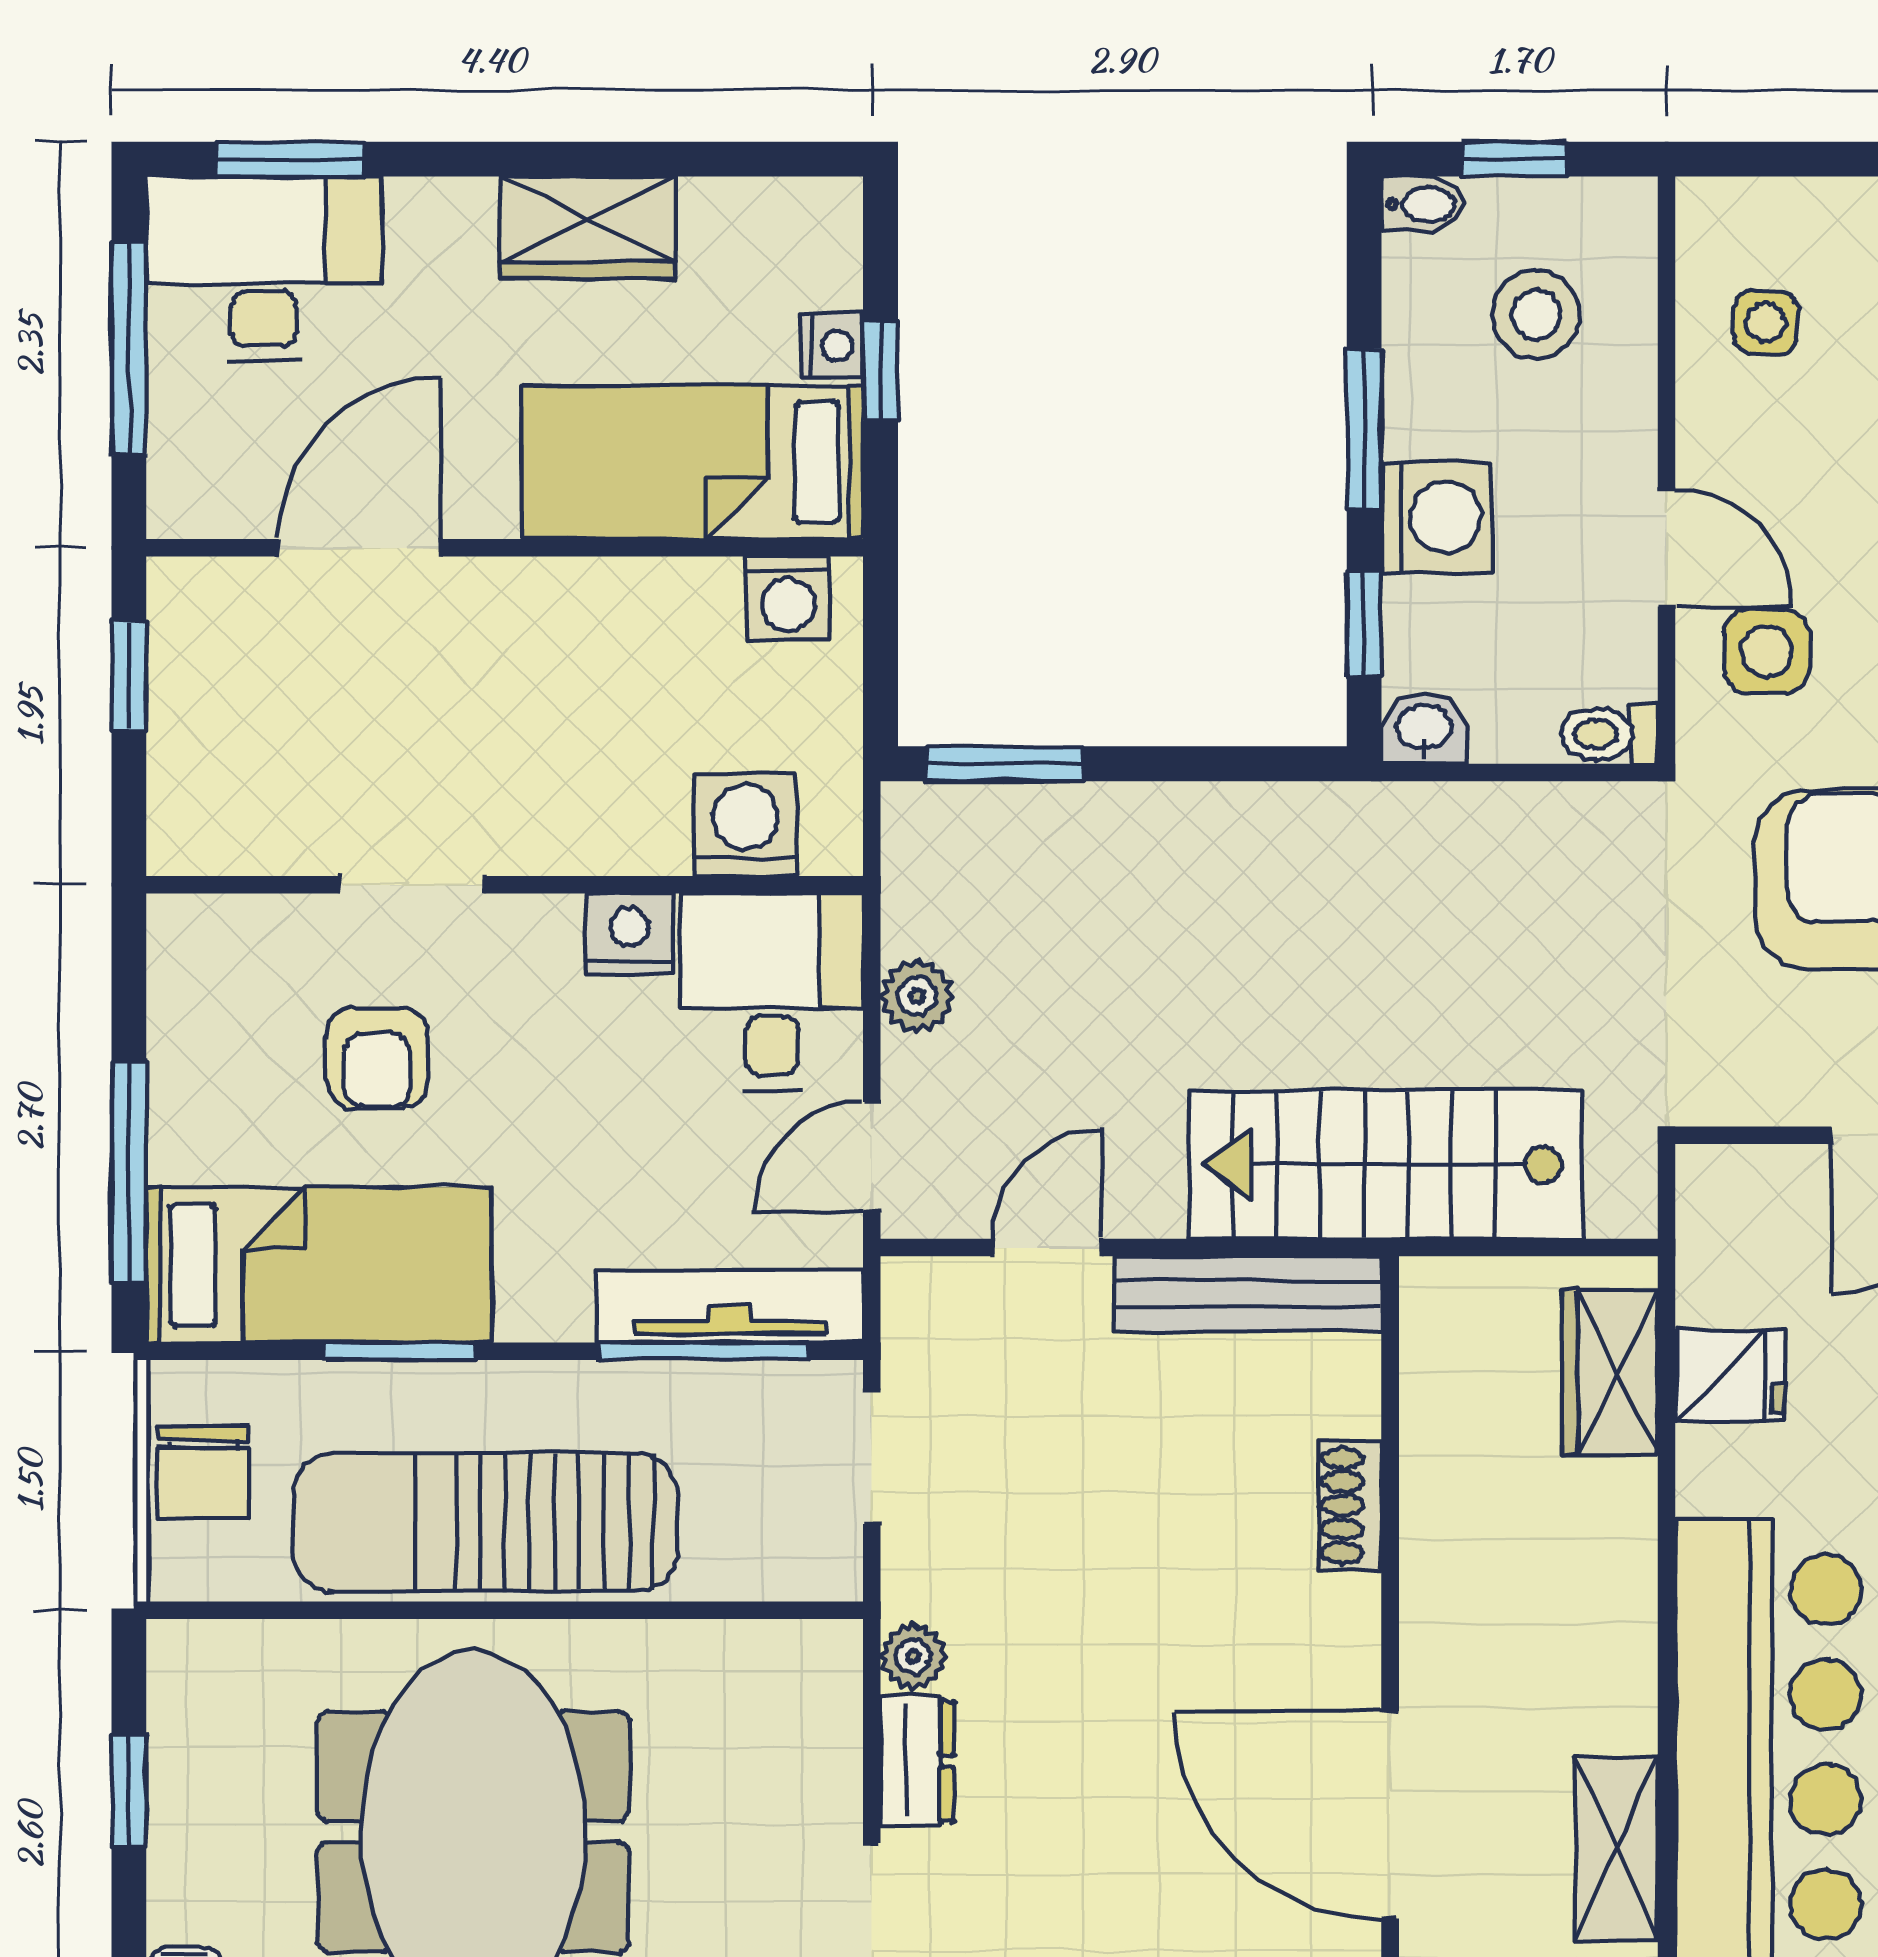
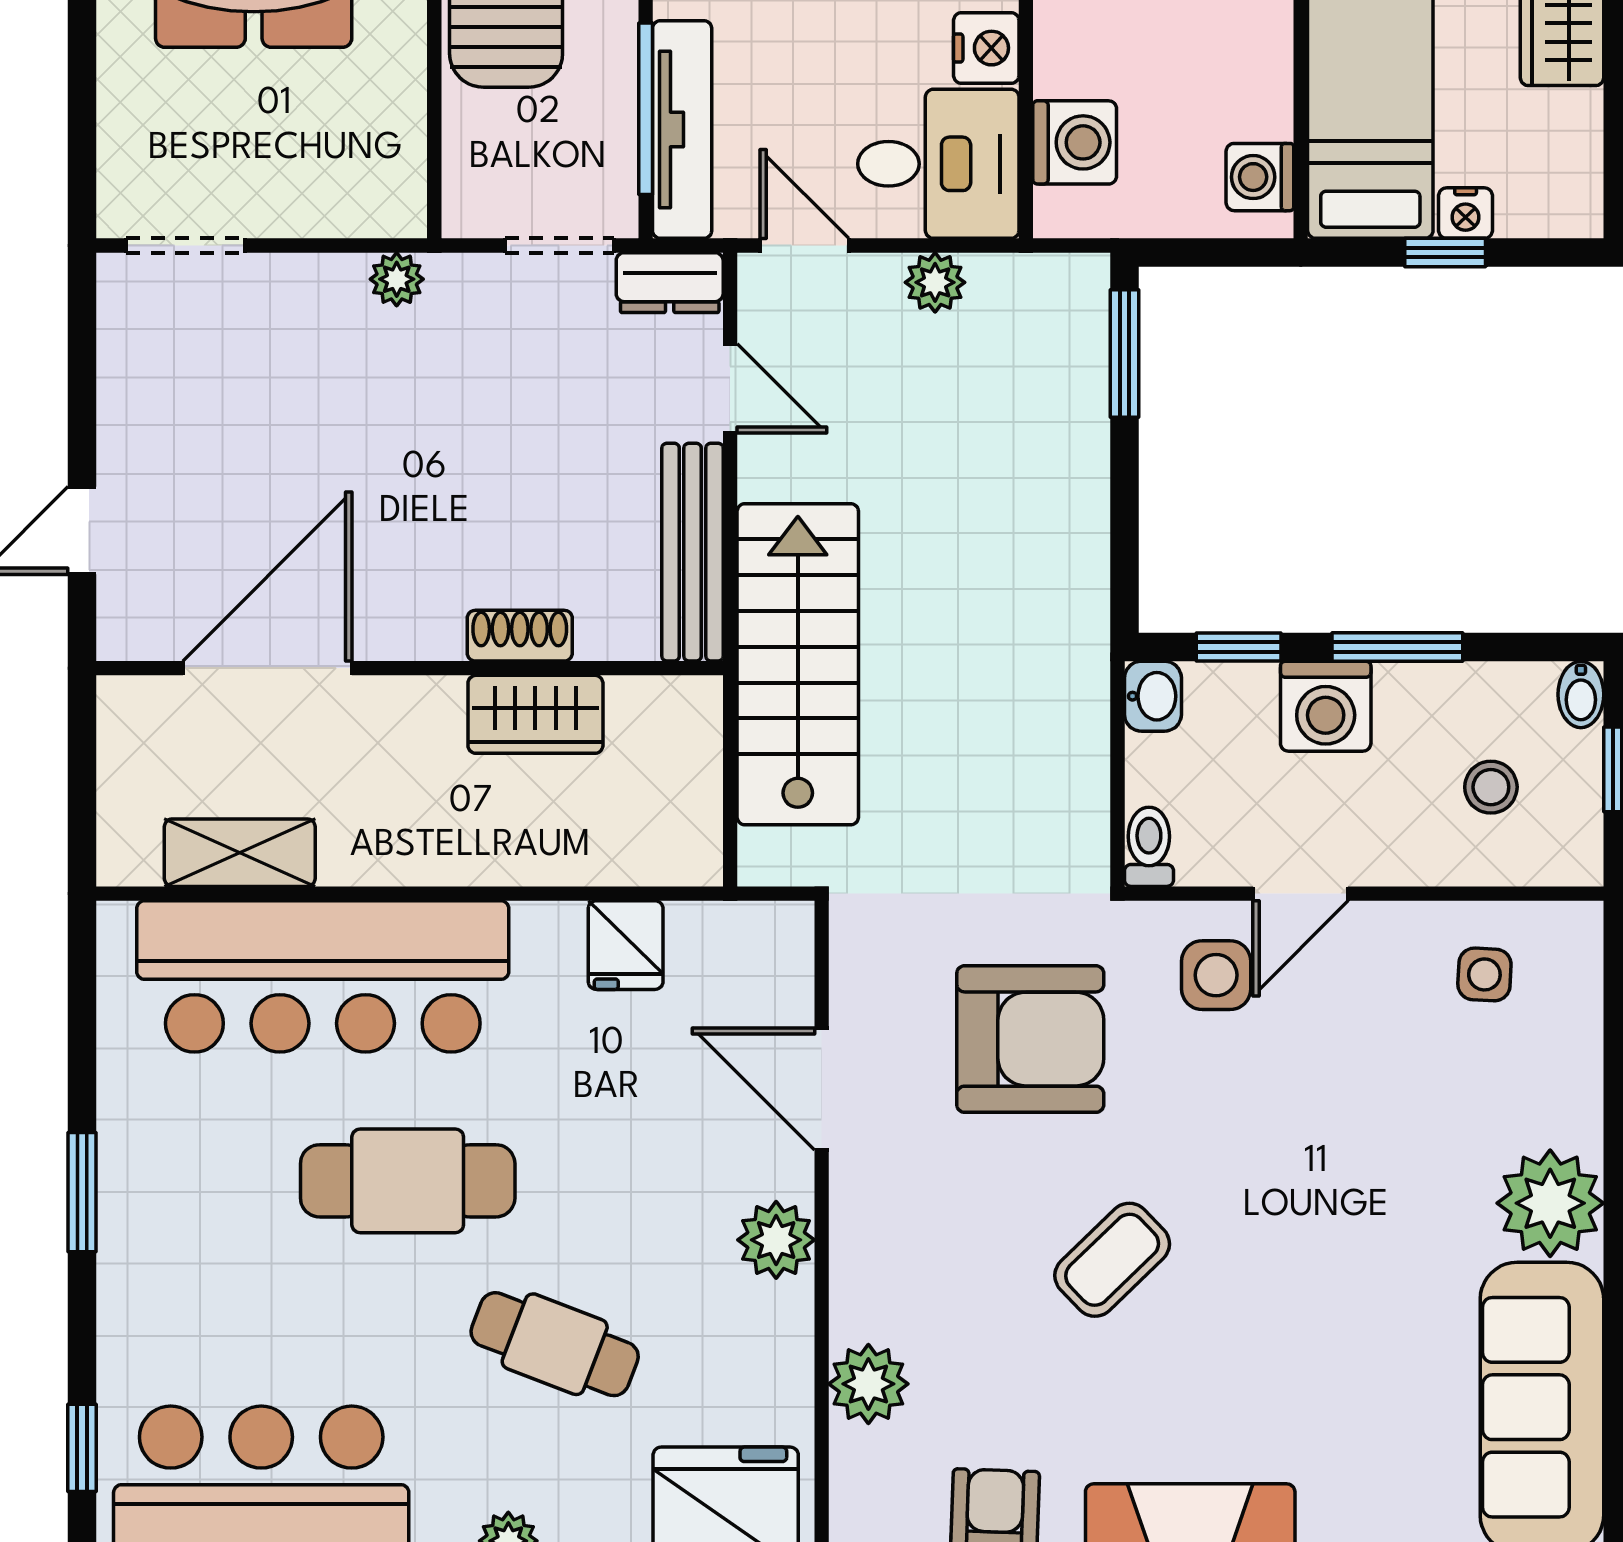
stool: (1536, 314) -> (1491, 787), width x0.73, depth x0.73
wardrobe: (1610, 1372) -> (535, 714), moved, turned 180
dresser: (917, 1761) -> (670, 283), moved

